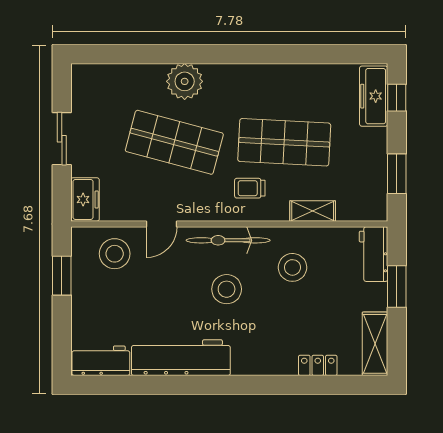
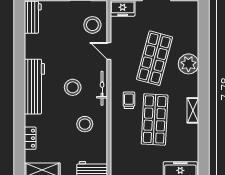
shelving: (313, 211) -> (193, 110), moved
bicycle: (228, 240) -> (102, 88), width x0.73, depth x0.71
workbench: (181, 358) -> (34, 87), moved

